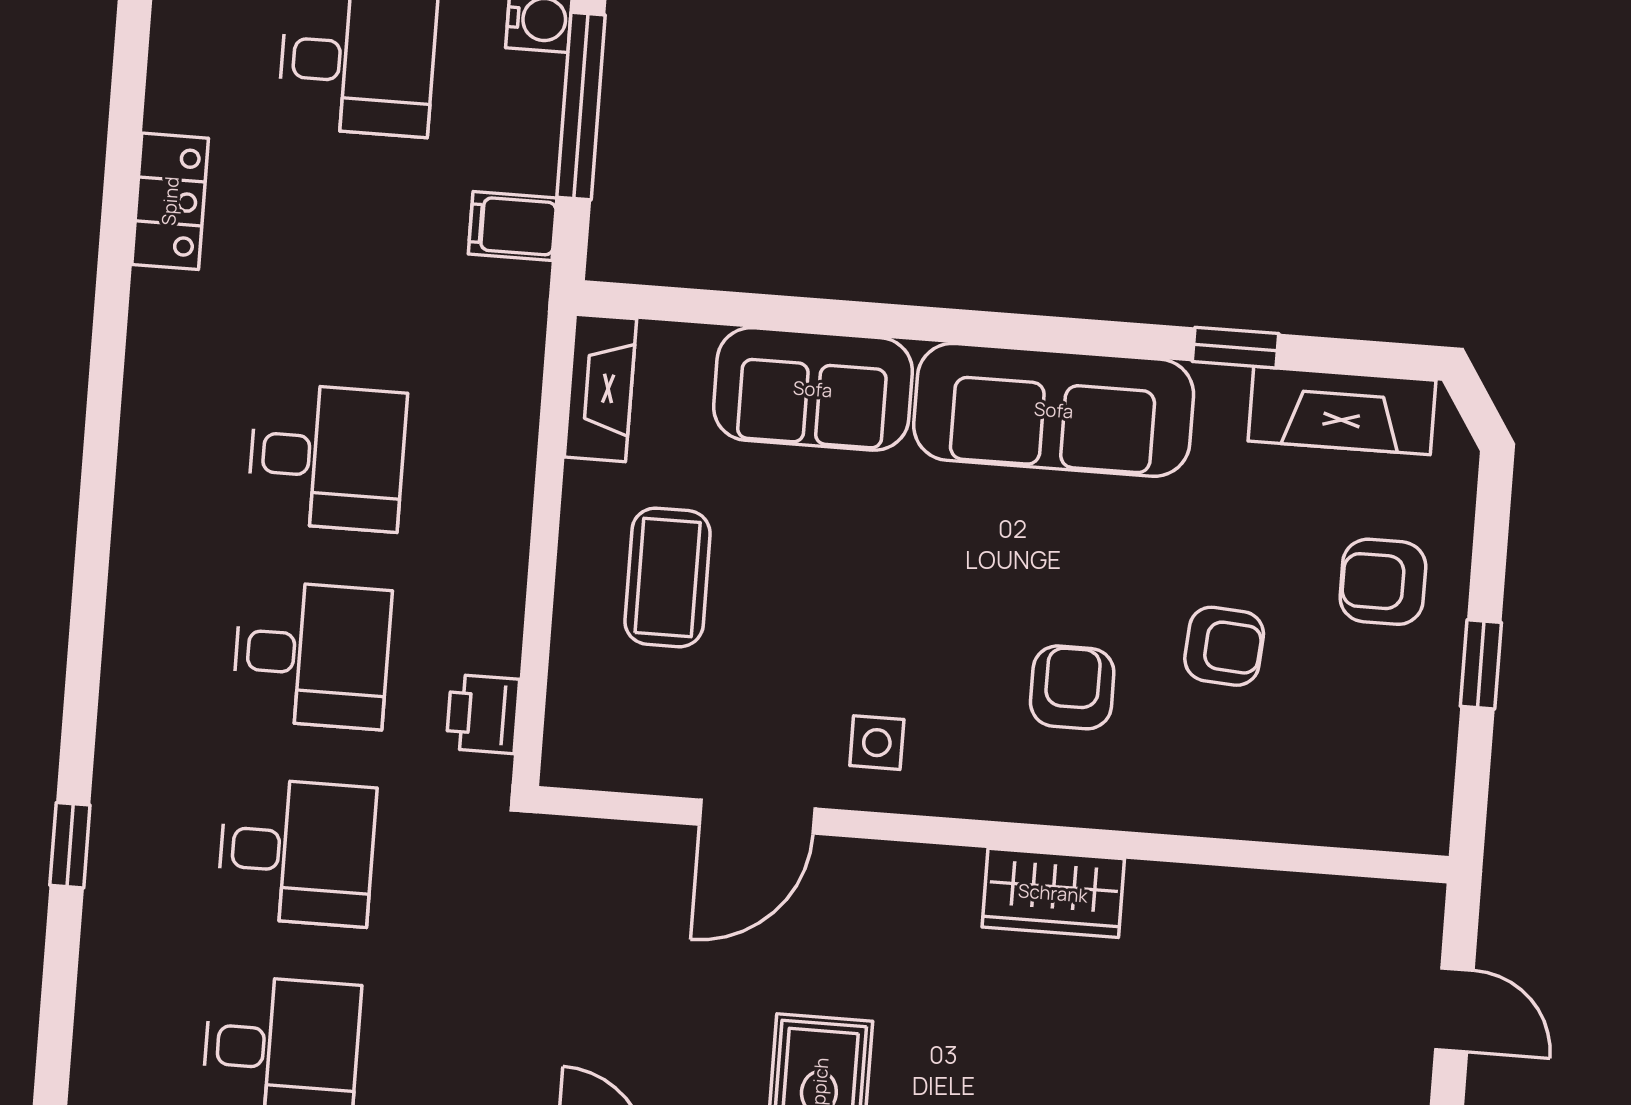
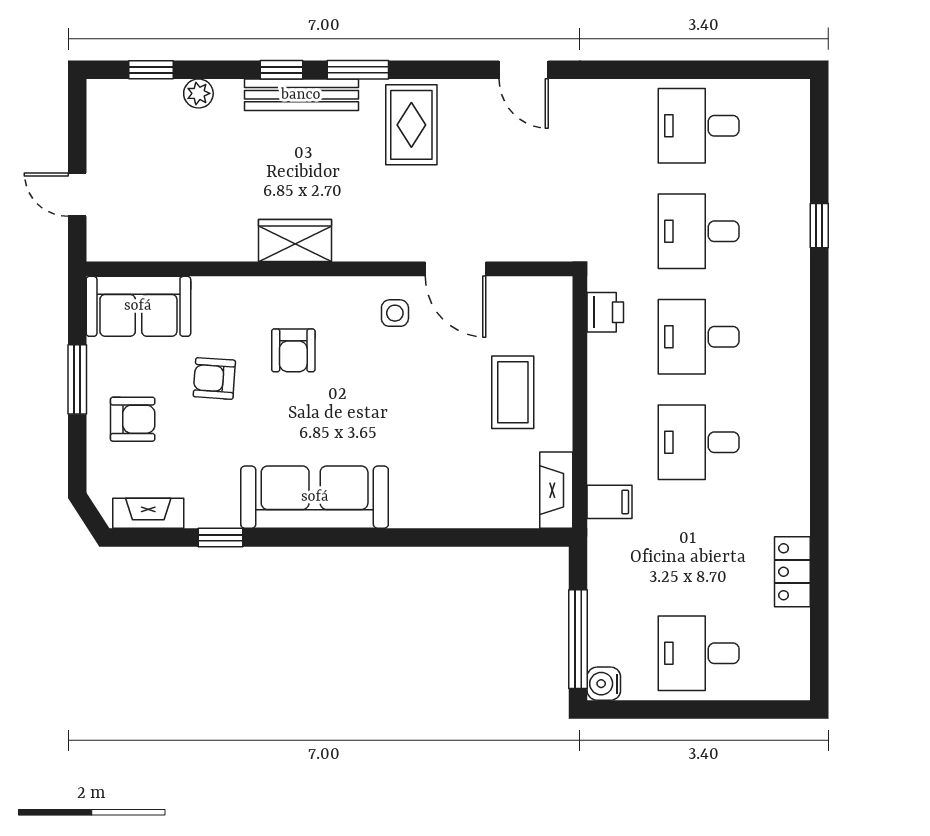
filing cabinet: (513, 226) -> (610, 502), moved
sofa: (813, 389) -> (138, 306), moved, turned 180
fireplace: (1342, 411) -> (148, 513), width x0.73, depth x0.76
window: (1481, 664) -> (77, 379), width x1.50
door: (757, 817) -> (455, 269), swing flipped

